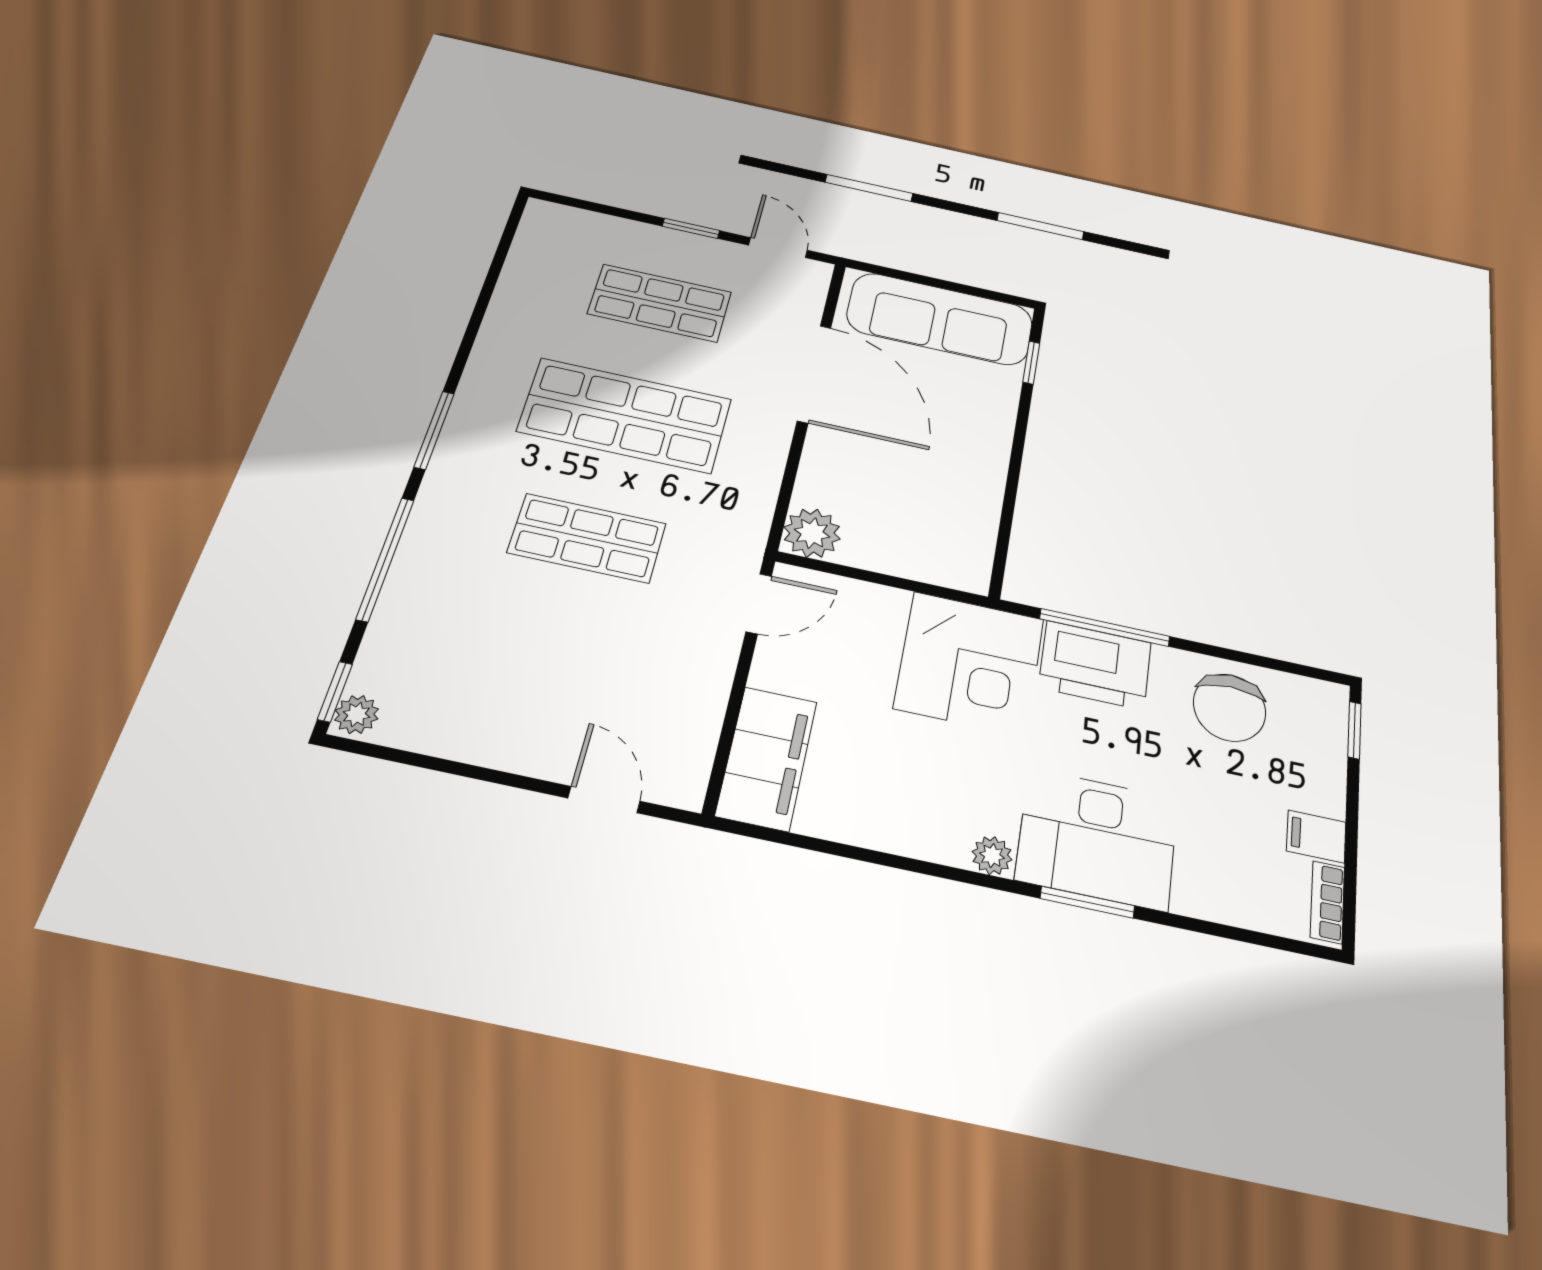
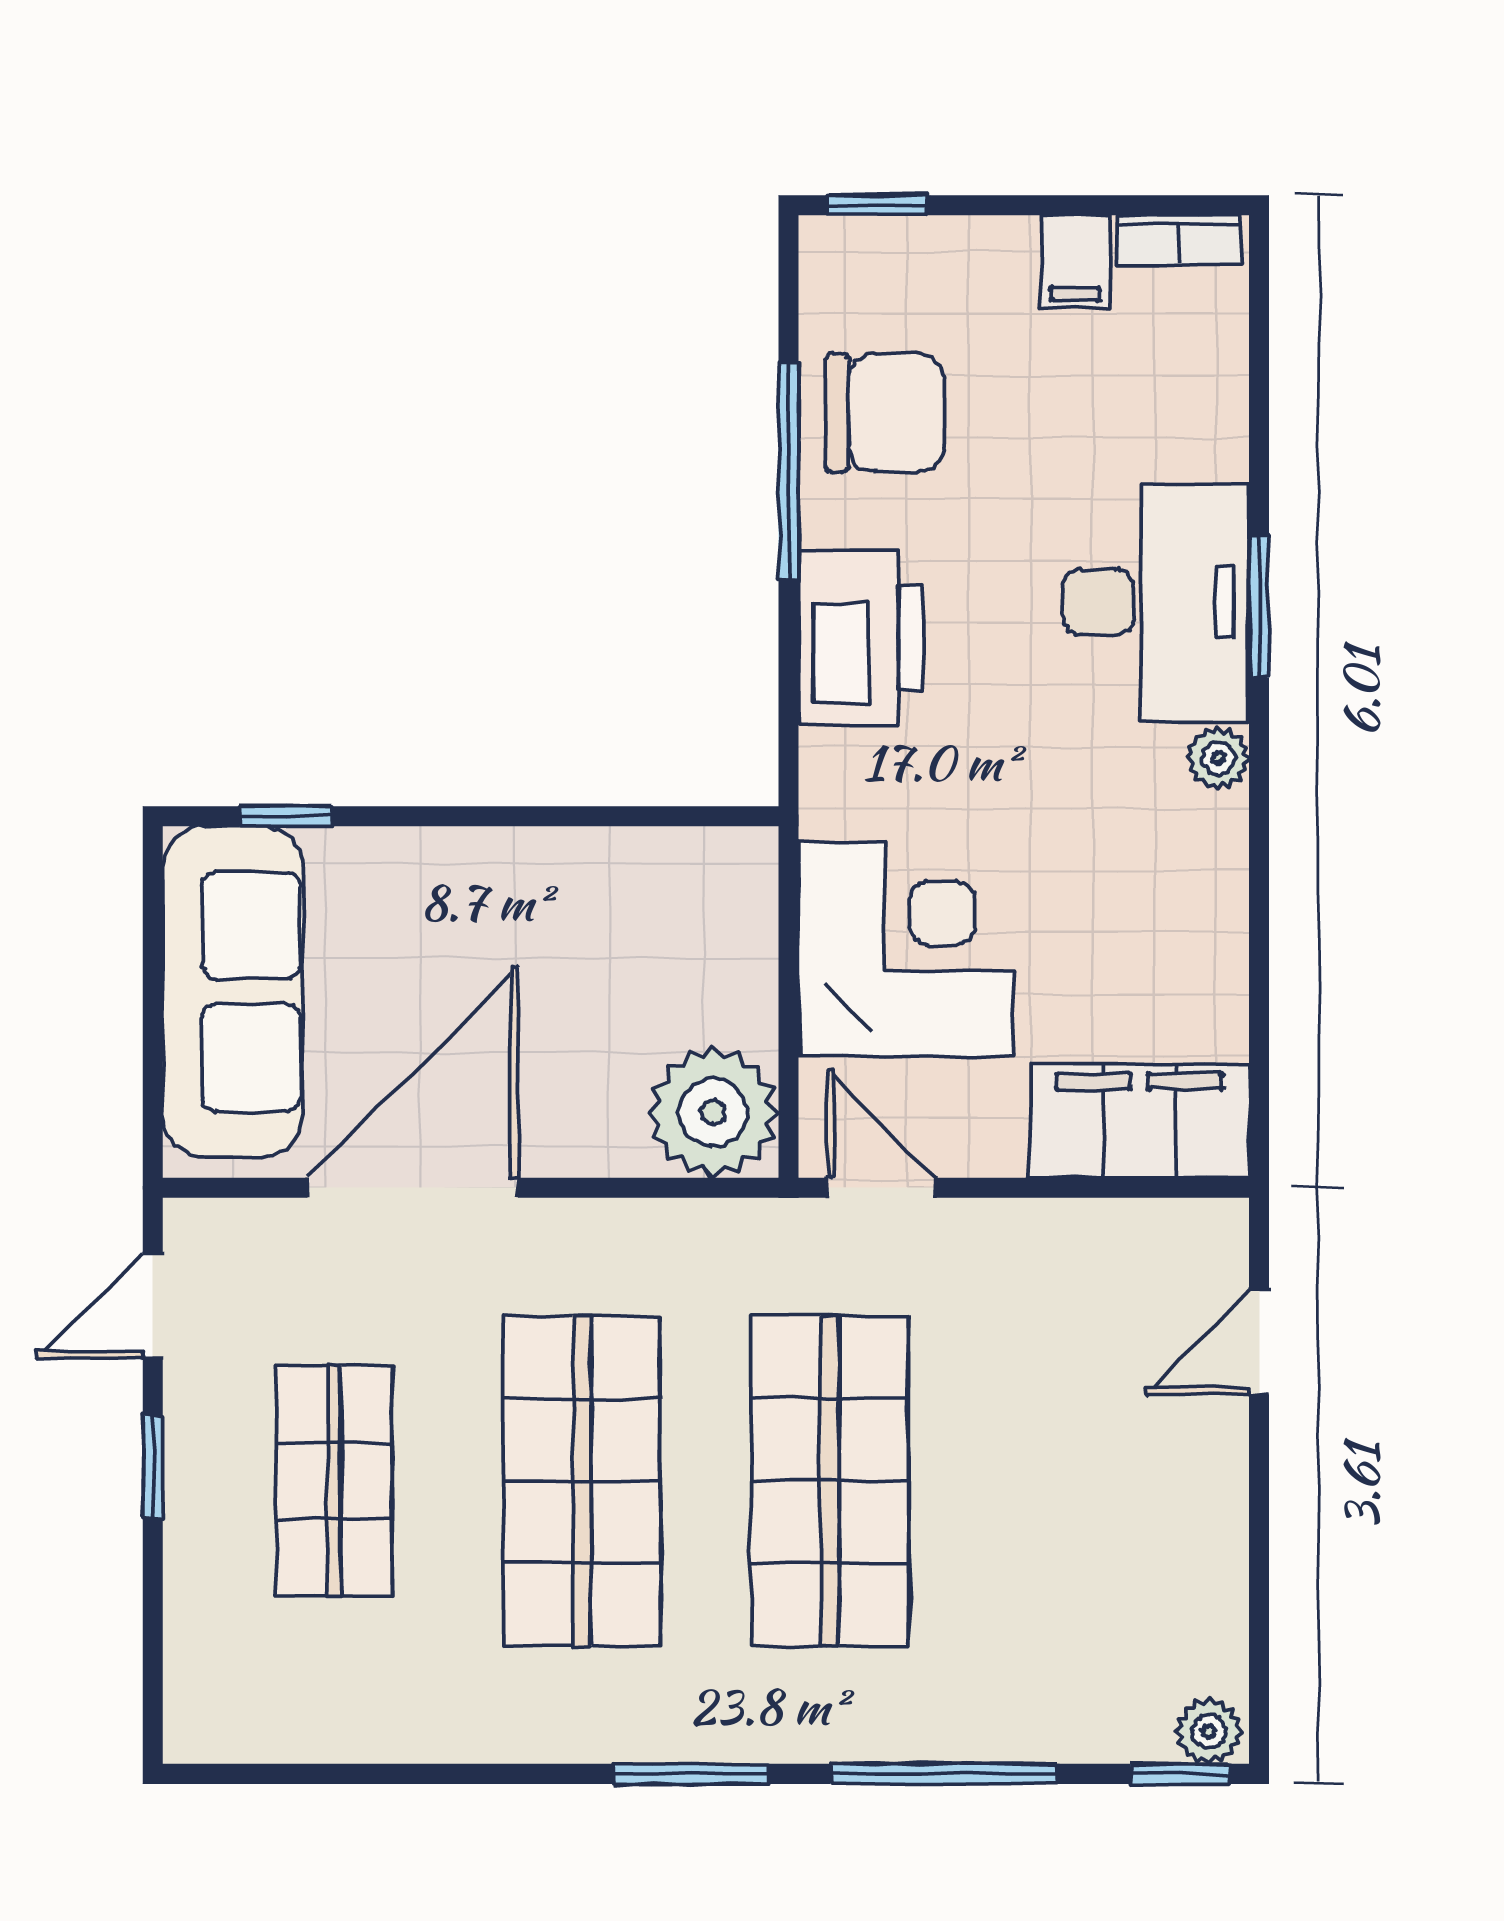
plant: (812, 533) -> (713, 1112), width x1.36, depth x1.36
shop shelf: (587, 538) -> (830, 1481), width x1.43, depth x1.36
window: (1105, 628) -> (788, 470), moved
corner desk: (970, 663) -> (906, 949), moved

